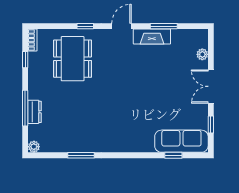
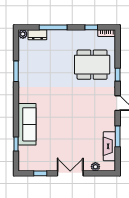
fireplace: (152, 37) -> (109, 146), moved
dresser: (35, 112) -> (37, 35), moved
sofa: (181, 141) -> (27, 124), moved

